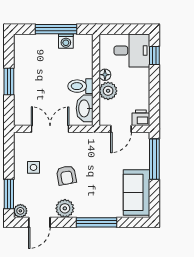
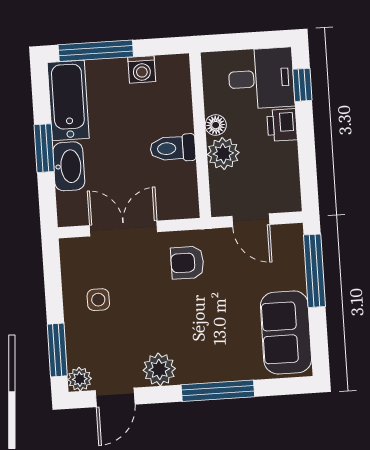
window: (56, 29) -> (96, 51), moved
bathtub: (24, 56) -> (68, 100), added
washbasin: (85, 108) -> (69, 166), moved, turned 180
printer: (141, 118) -> (282, 125), moved, turned -90
door: (121, 129) -> (251, 220), hinge flipped
armchair: (66, 175) -> (187, 263), moved, turned 100

